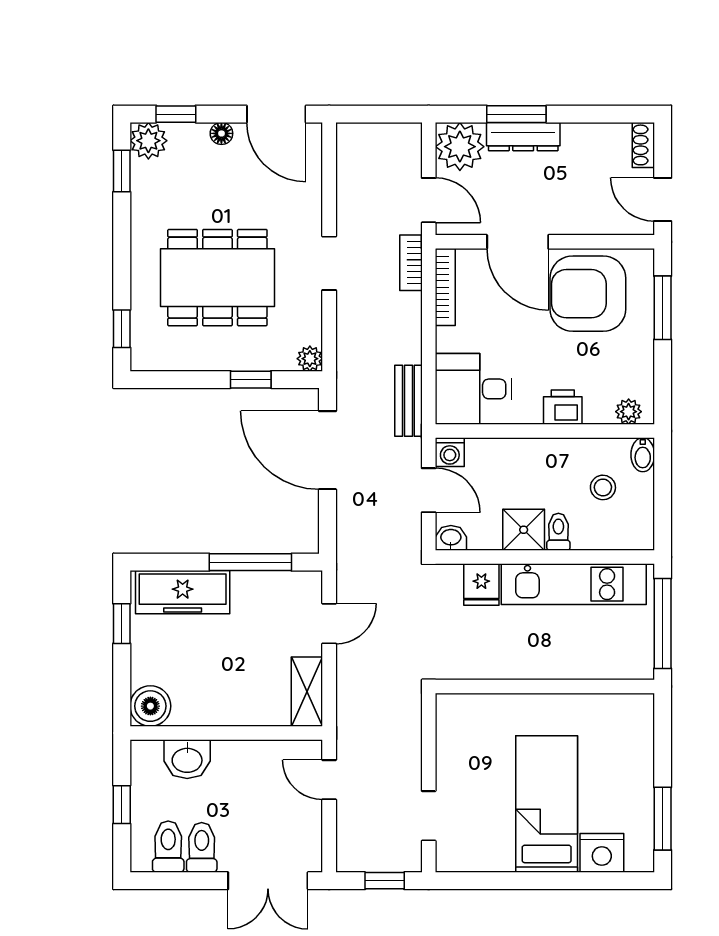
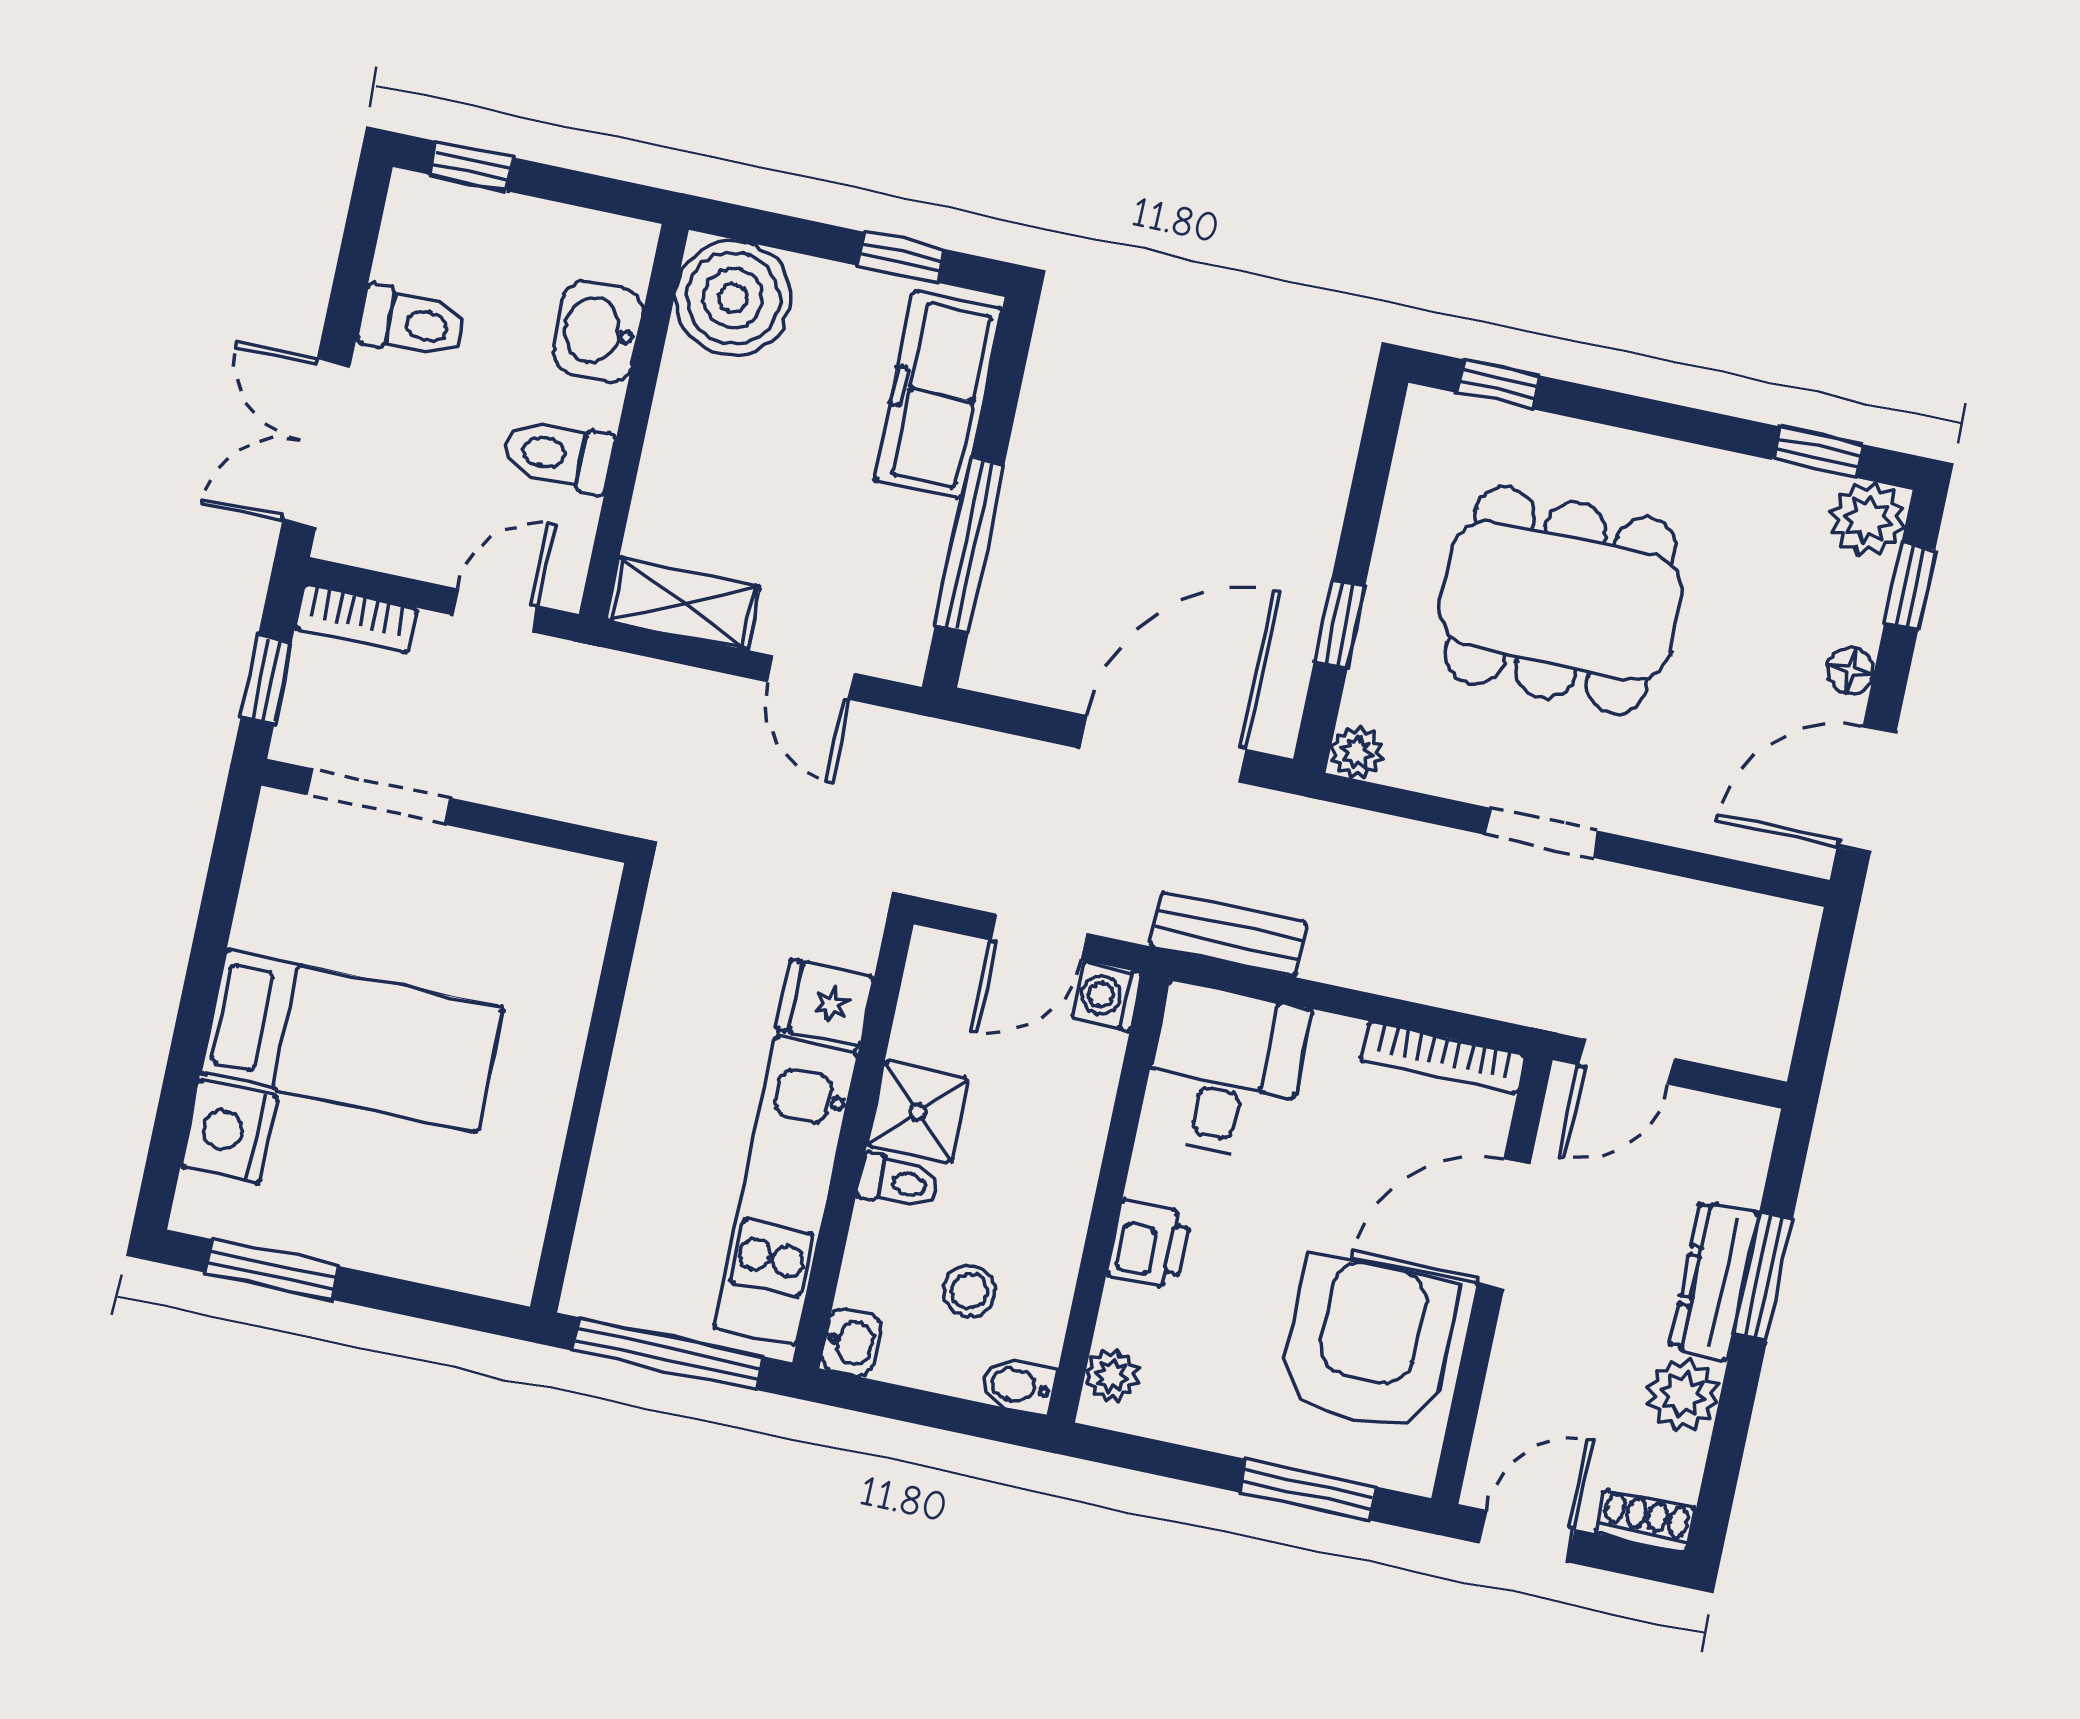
plant: (460, 147) -> (1683, 1395), moved, width x0.73, depth x0.73
bookcase: (411, 263) -> (356, 618), moved, turned 180
dining table: (217, 278) -> (1560, 600), turned 90
washbasin: (451, 538) -> (851, 1342), moved
boiler: (150, 706) -> (733, 298), width x1.37, depth x1.37
window: (122, 805) -> (472, 166), moved
doorway: (429, 816) -> (379, 797), width x1.38
toilet: (168, 847) -> (558, 455), moved, turned 180

